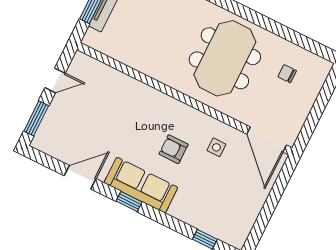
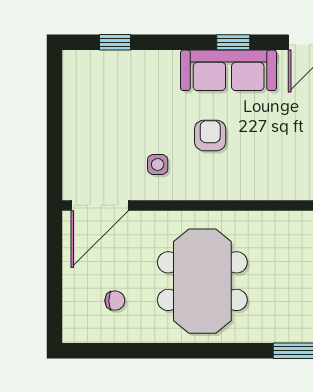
door: (267, 139) -> (100, 205), swing flipped
armchair: (173, 149) -> (210, 135), turned -90

